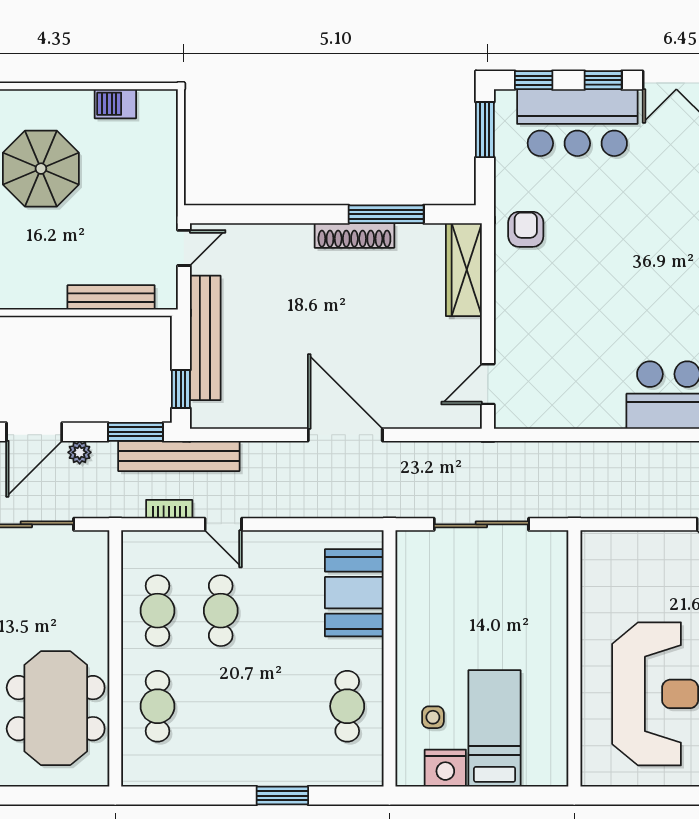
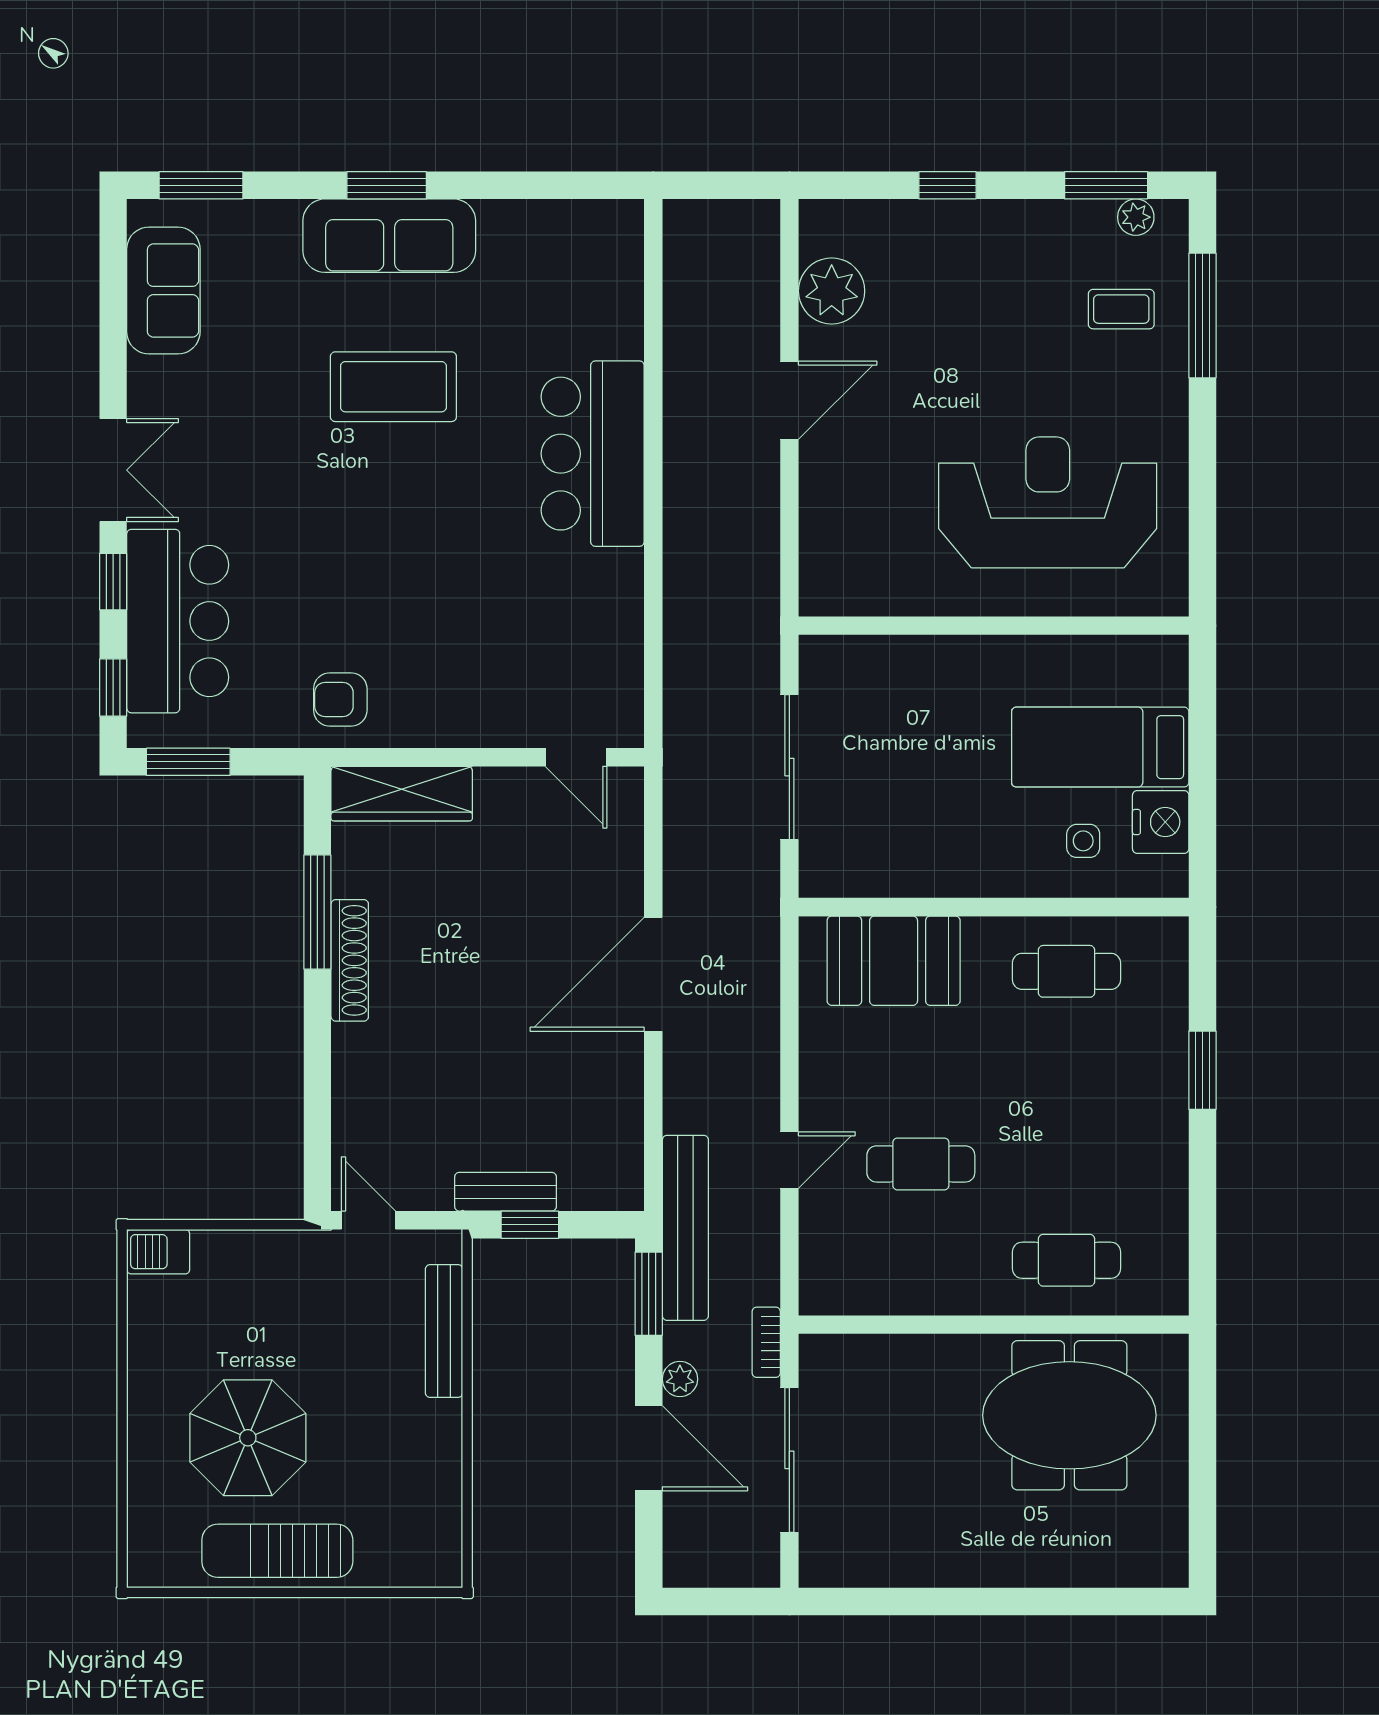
barbecue: (115, 104) -> (158, 1252), moved, turned 90
bench: (205, 338) -> (506, 1192), width x0.54, depth x0.82
window: (181, 389) -> (530, 1225), moved
bookcase: (169, 509) -> (766, 1342), moved
cafe table: (158, 611) -> (921, 1260), removed

